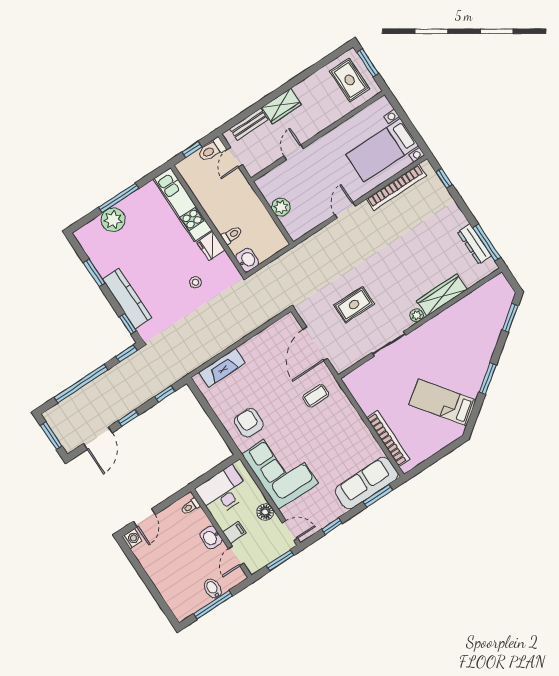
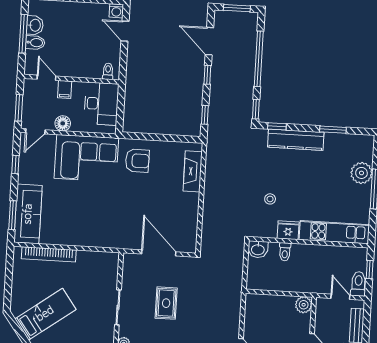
plant: (281, 207) -> (304, 305), moved
coffee table: (316, 396) -> (120, 225), removed
washbasin: (211, 537) -> (35, 25), moved, turned 90

